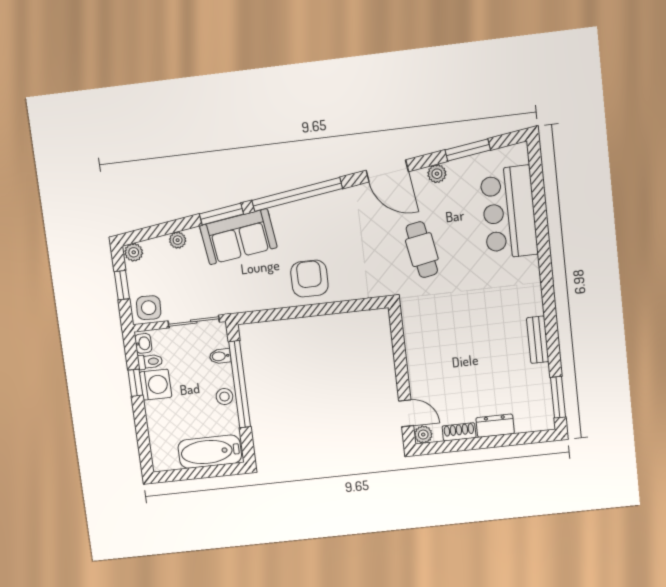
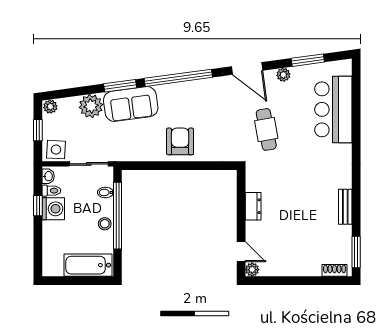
plant: (178, 240) -> (91, 106), width x1.87, depth x1.87
dresser: (495, 426) -> (253, 206), moved, turned 90
shoe rack: (459, 432) -> (335, 270), moved

